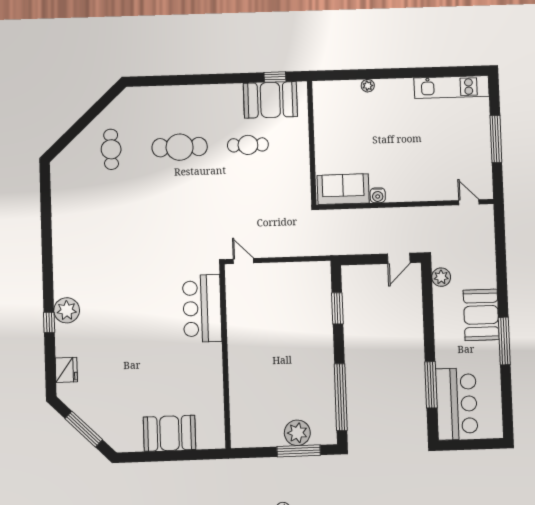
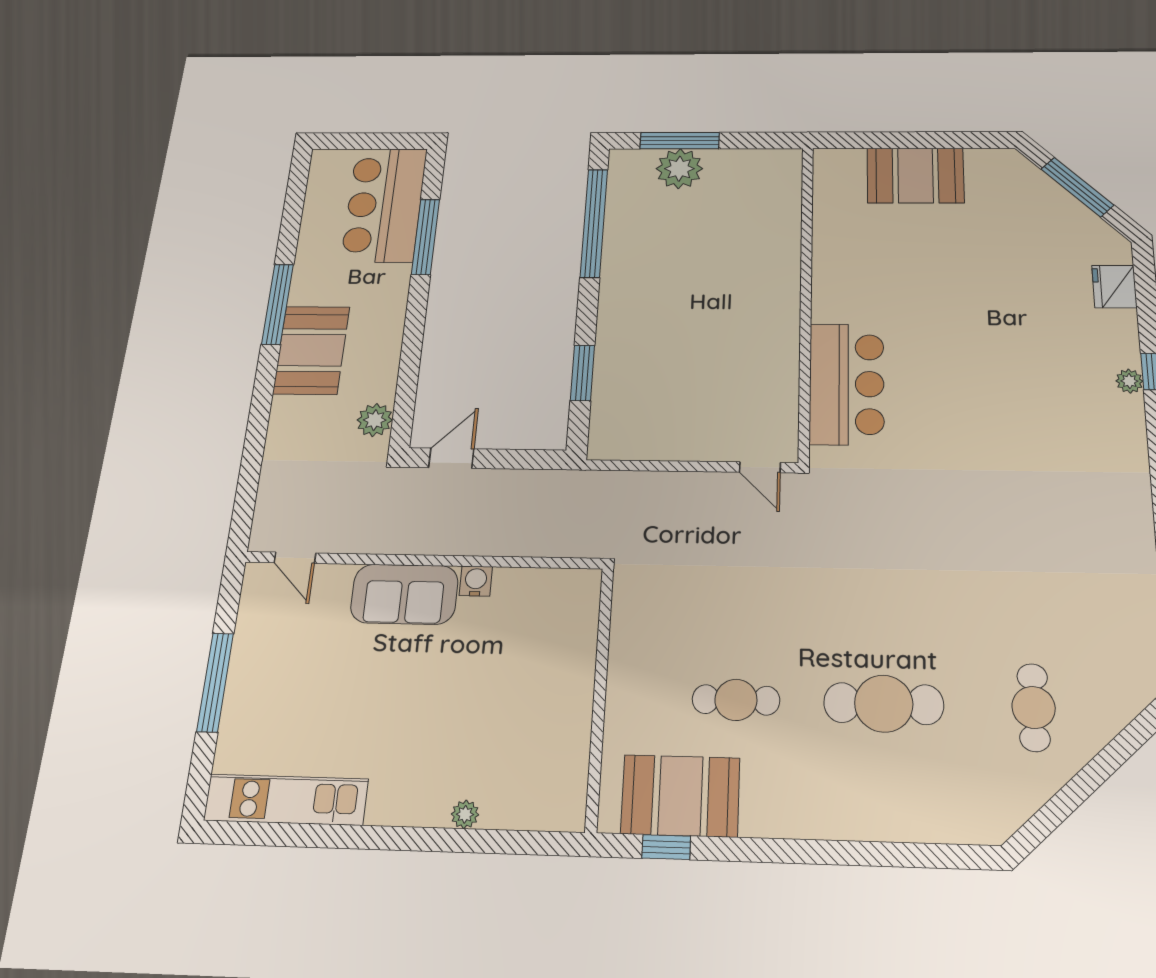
sofa: (343, 189) -> (404, 594), moved
plant: (67, 310) -> (1129, 381), width x0.53, depth x0.53

